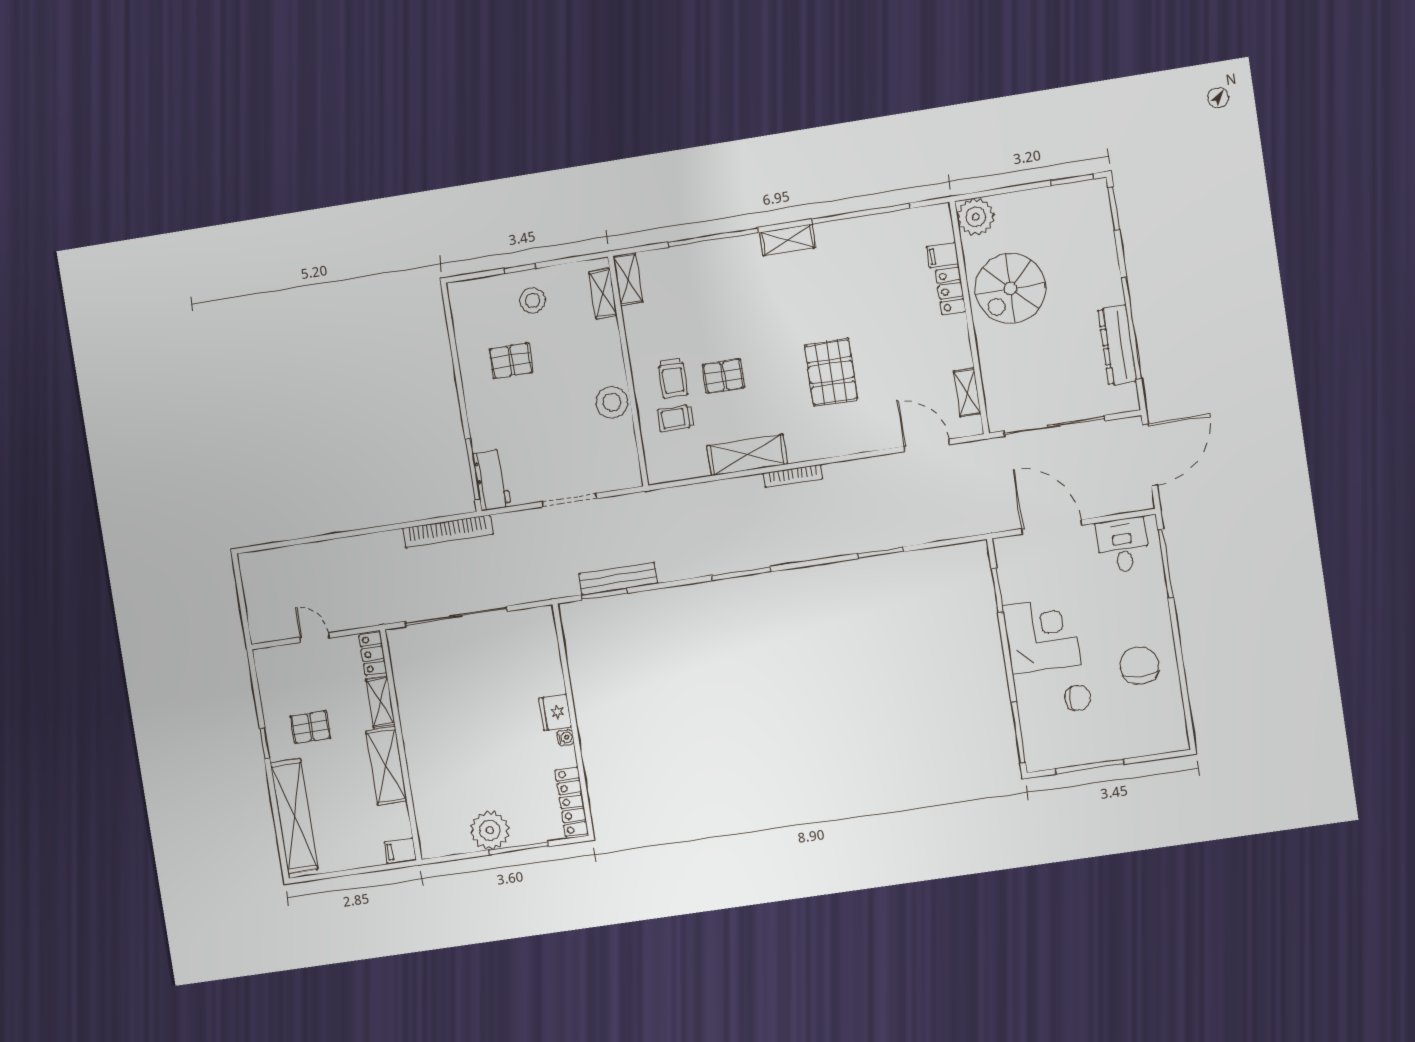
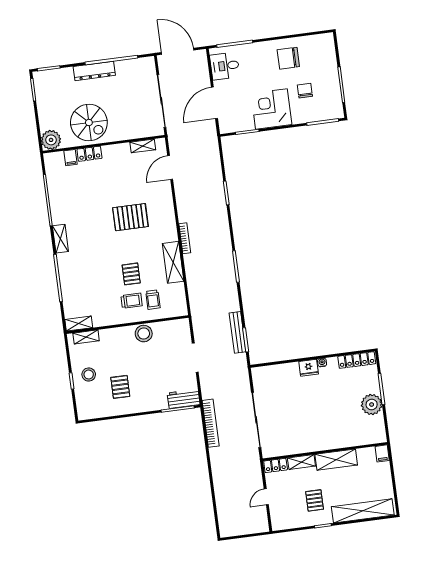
dresser: (1117, 345) -> (94, 71), moved

